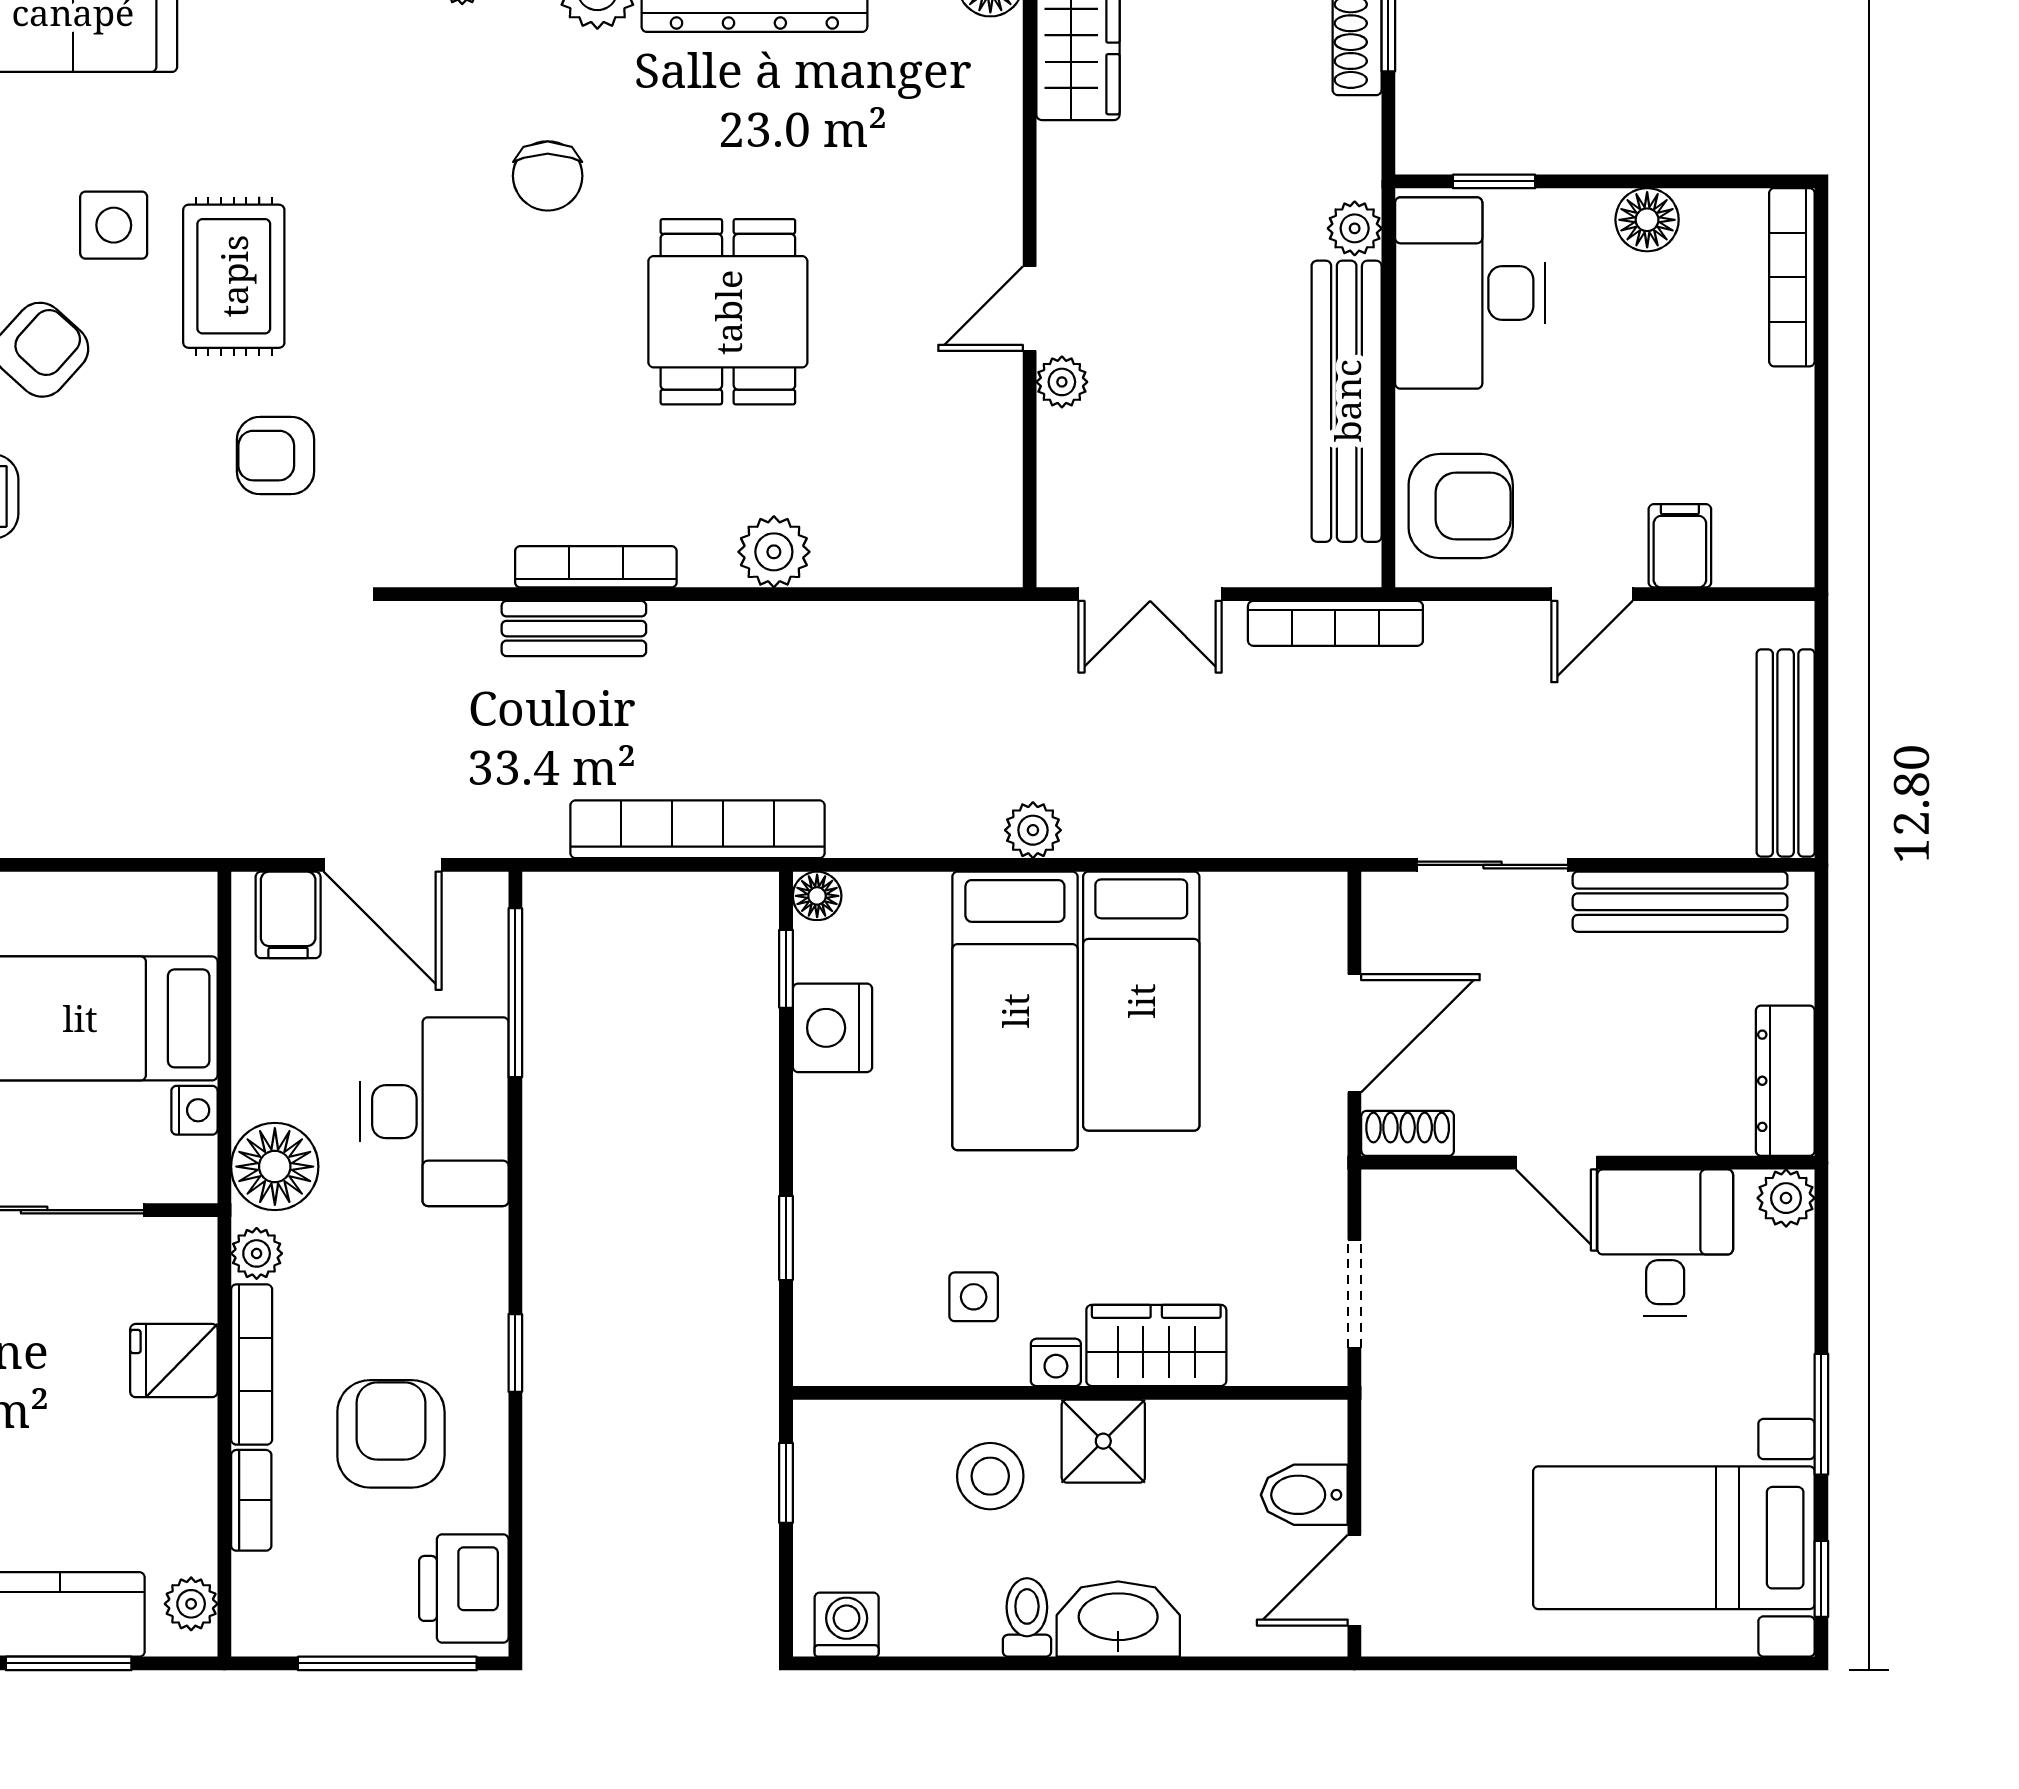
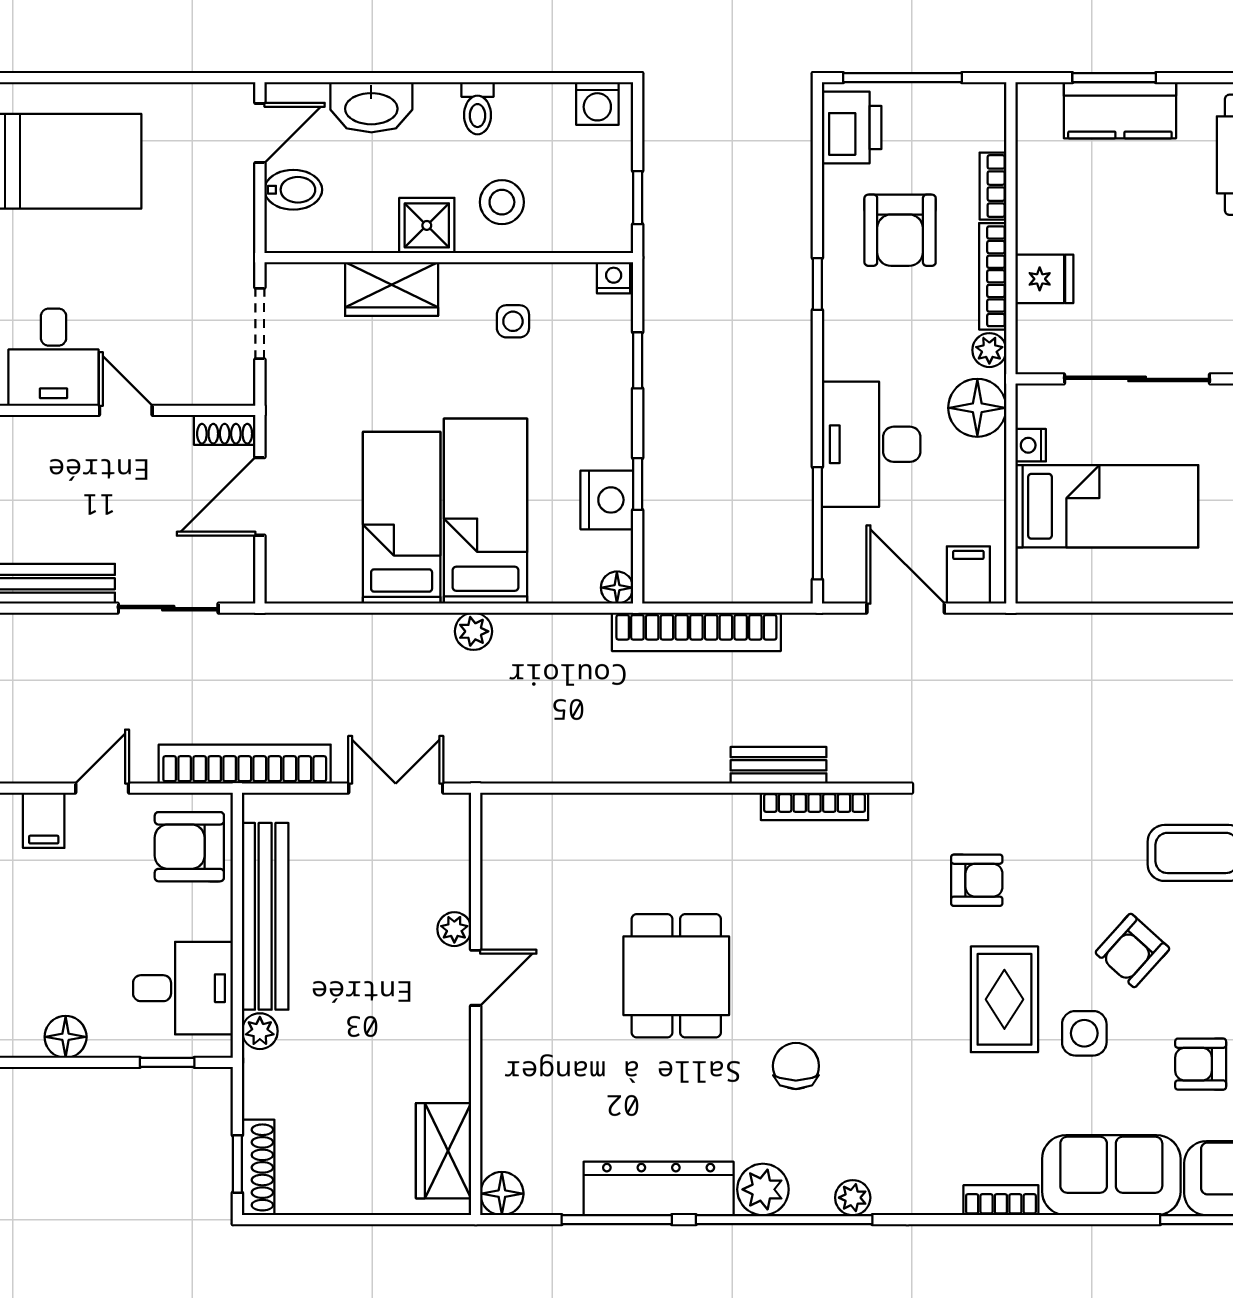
desk: (1470, 293) -> (183, 988), width x0.73
plant: (774, 552) -> (646, 816), removed
bookcase: (596, 567) -> (815, 806), moved
bookcase: (1335, 623) -> (245, 764), width x1.48, depth x1.31
window: (786, 969) -> (638, 484), moved
nightstand: (1056, 1362) -> (614, 278), moved
plant: (191, 1604) -> (1033, 117), removed
washbasin: (1118, 1619) -> (371, 107), moved

